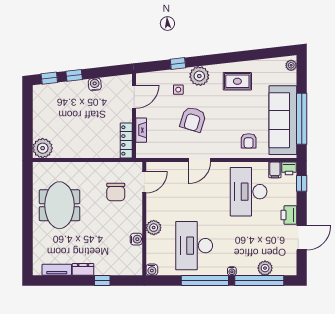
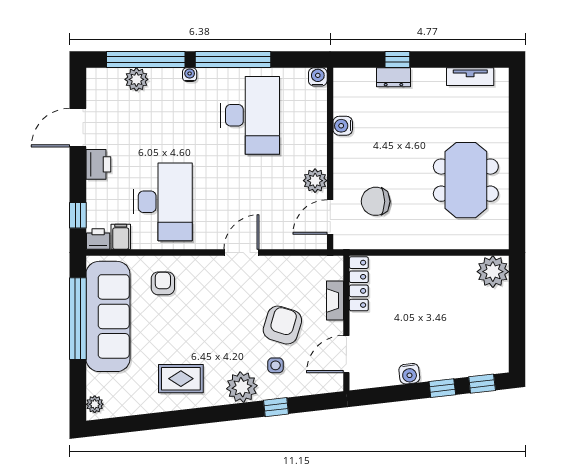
armchair: (193, 119) -> (282, 325), moved
chair: (116, 192) -> (376, 201), turned -90
plant: (154, 228) -> (315, 181), moved
dresser: (83, 269) -> (393, 77), moved

